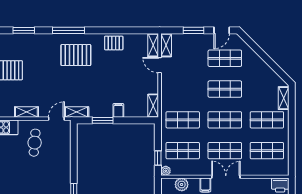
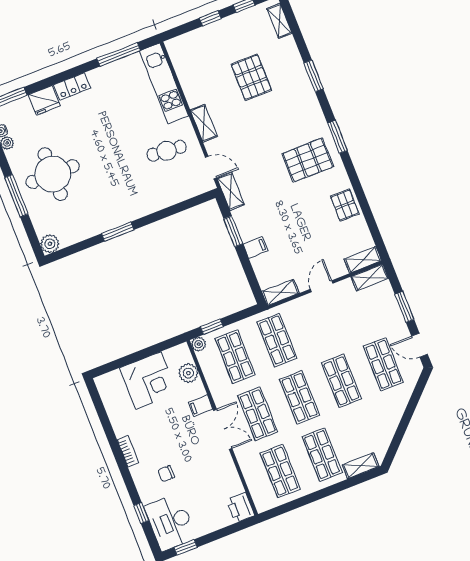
window: (69, 30) -> (337, 137), width x0.69
pallet: (76, 55) -> (308, 160), turned 90
door: (160, 65) -> (322, 286), moved

